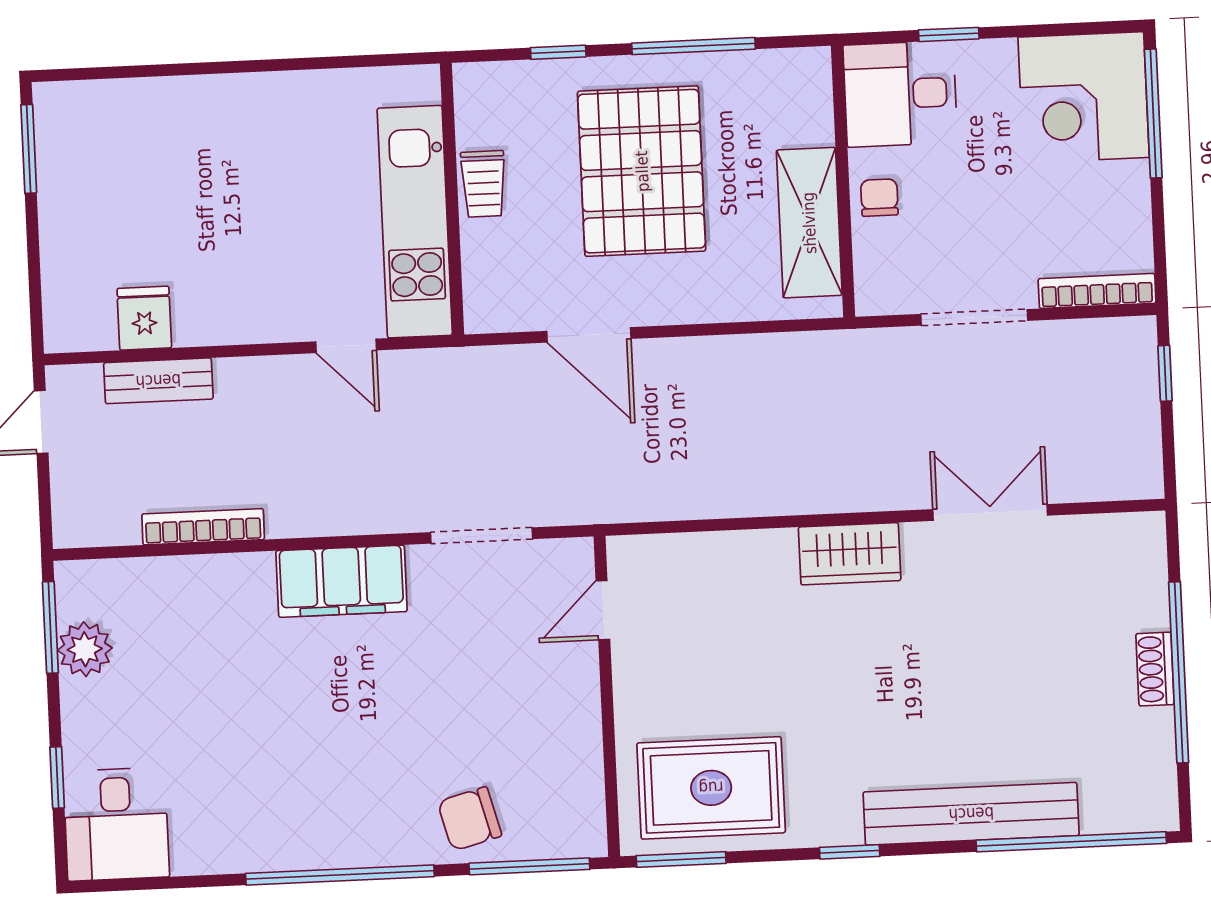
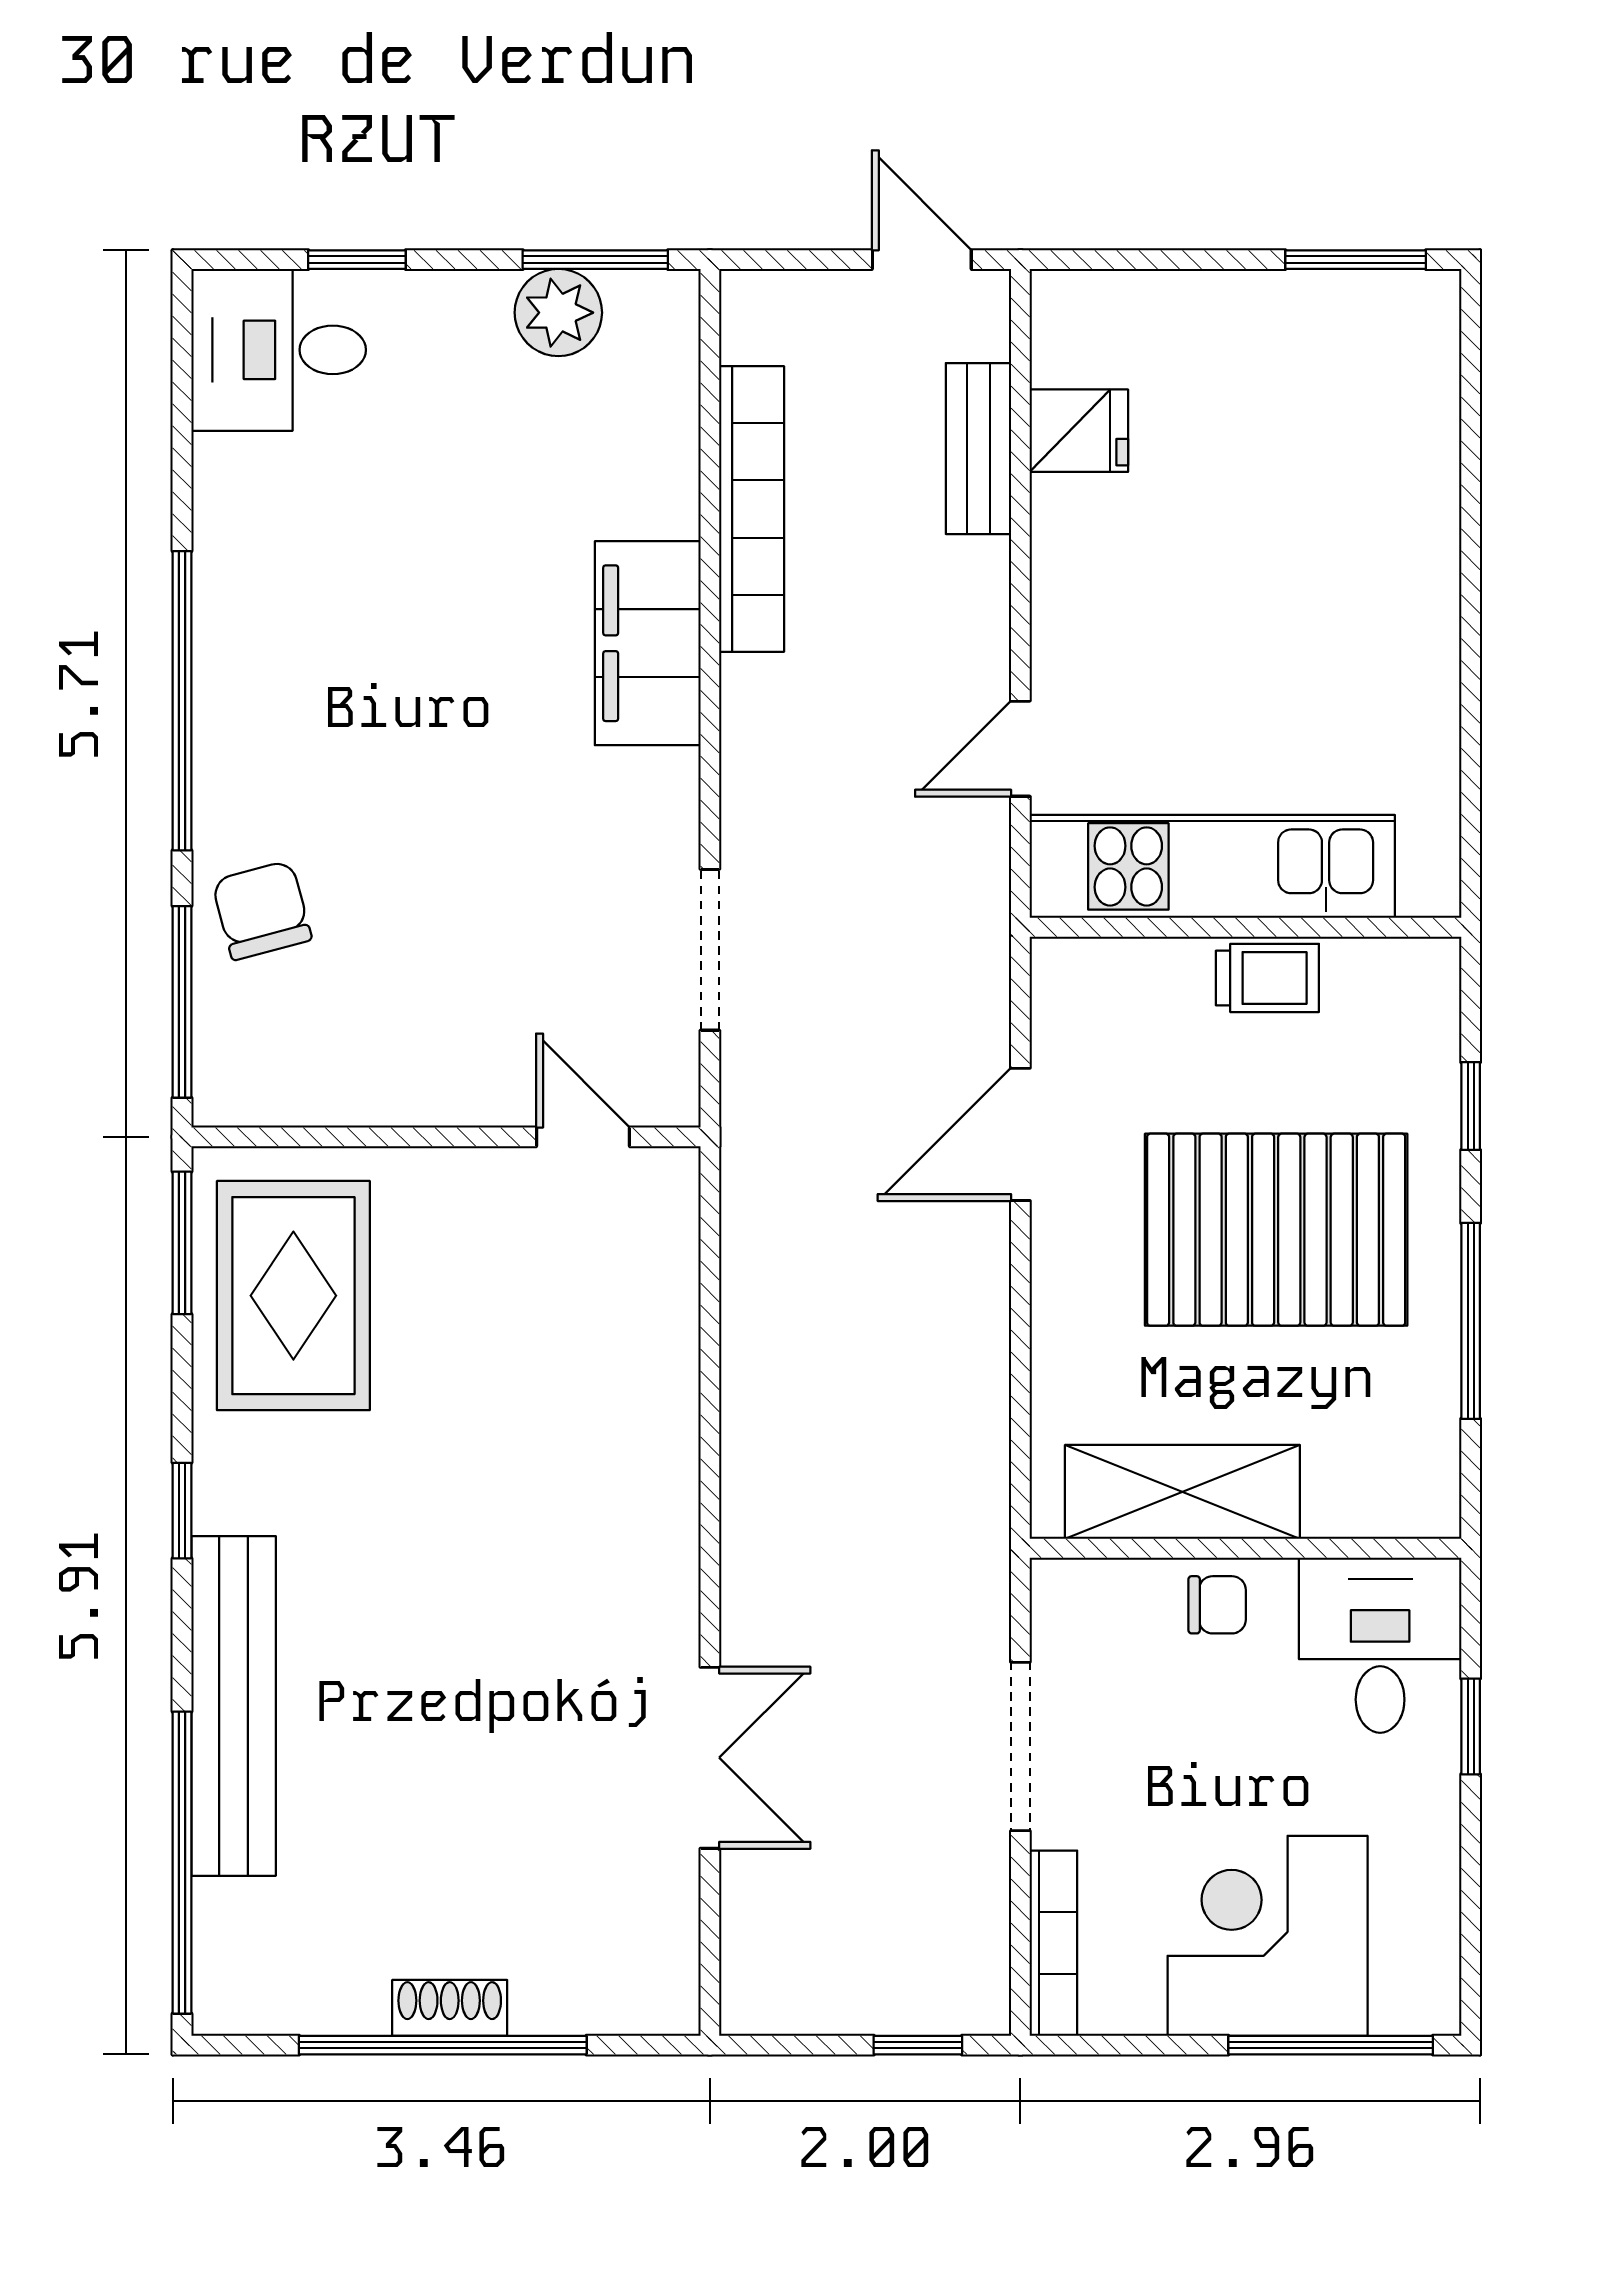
corner desk: (1084, 97) -> (1268, 1936), moved
trolley: (483, 184) -> (1267, 978), turned 180
bookcase: (203, 527) -> (752, 509), width x1.48, depth x1.31
wardrobe: (850, 554) -> (655, 1532), removed
filing cabinet: (341, 581) -> (648, 643), moved

